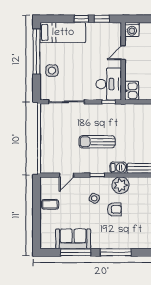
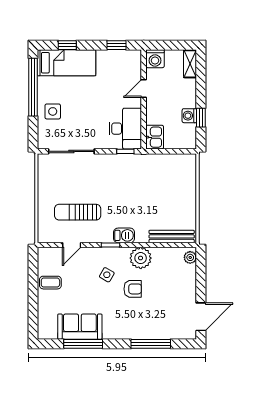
window: (81, 19) -> (67, 45), moved
sun lounger: (97, 142) -> (78, 212), moved
barbecue: (118, 168) -> (124, 235), moved
window: (116, 252) -> (151, 344), moved

